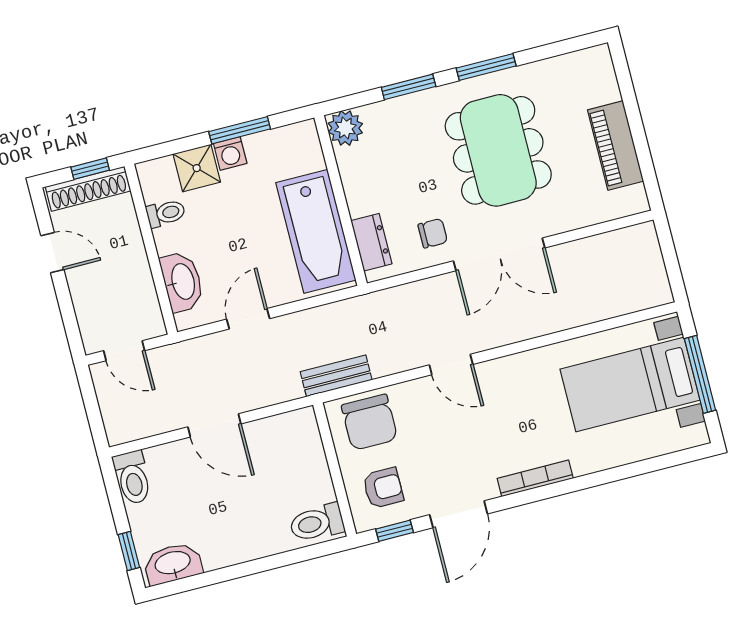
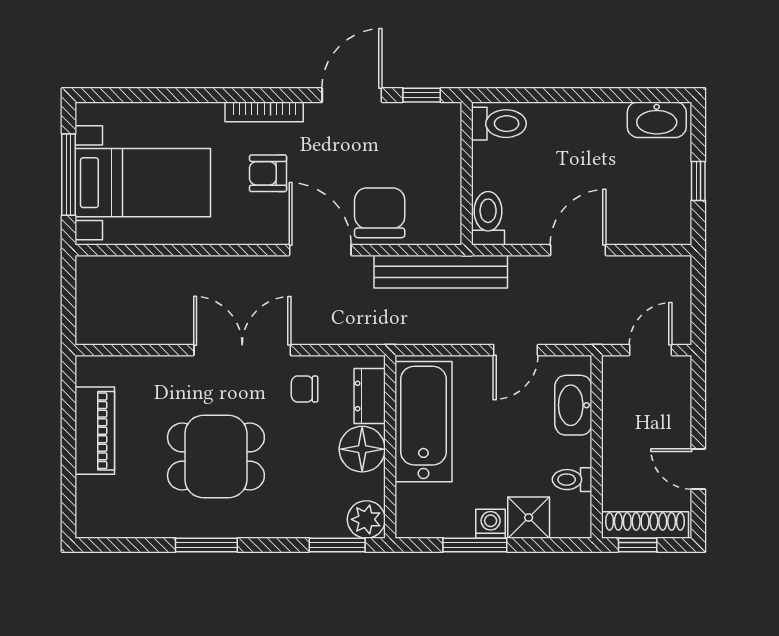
window: (409, 87) -> (337, 545), moved
dining table: (498, 150) -> (216, 457), width x0.73
floor lamp: (366, 192) -> (362, 449), added
door: (124, 351) -> (651, 350), hinge flipped
door: (451, 365) -> (320, 250), width x1.38
bench: (336, 376) -> (441, 272), width x1.86, depth x1.21
chair: (369, 422) -> (380, 213), moved
door: (214, 425) -> (578, 250), hinge flipped
toilet: (133, 478) -> (488, 218), moved
armchair: (383, 488) -> (268, 173), moved
window: (129, 551) -> (698, 181), moved

